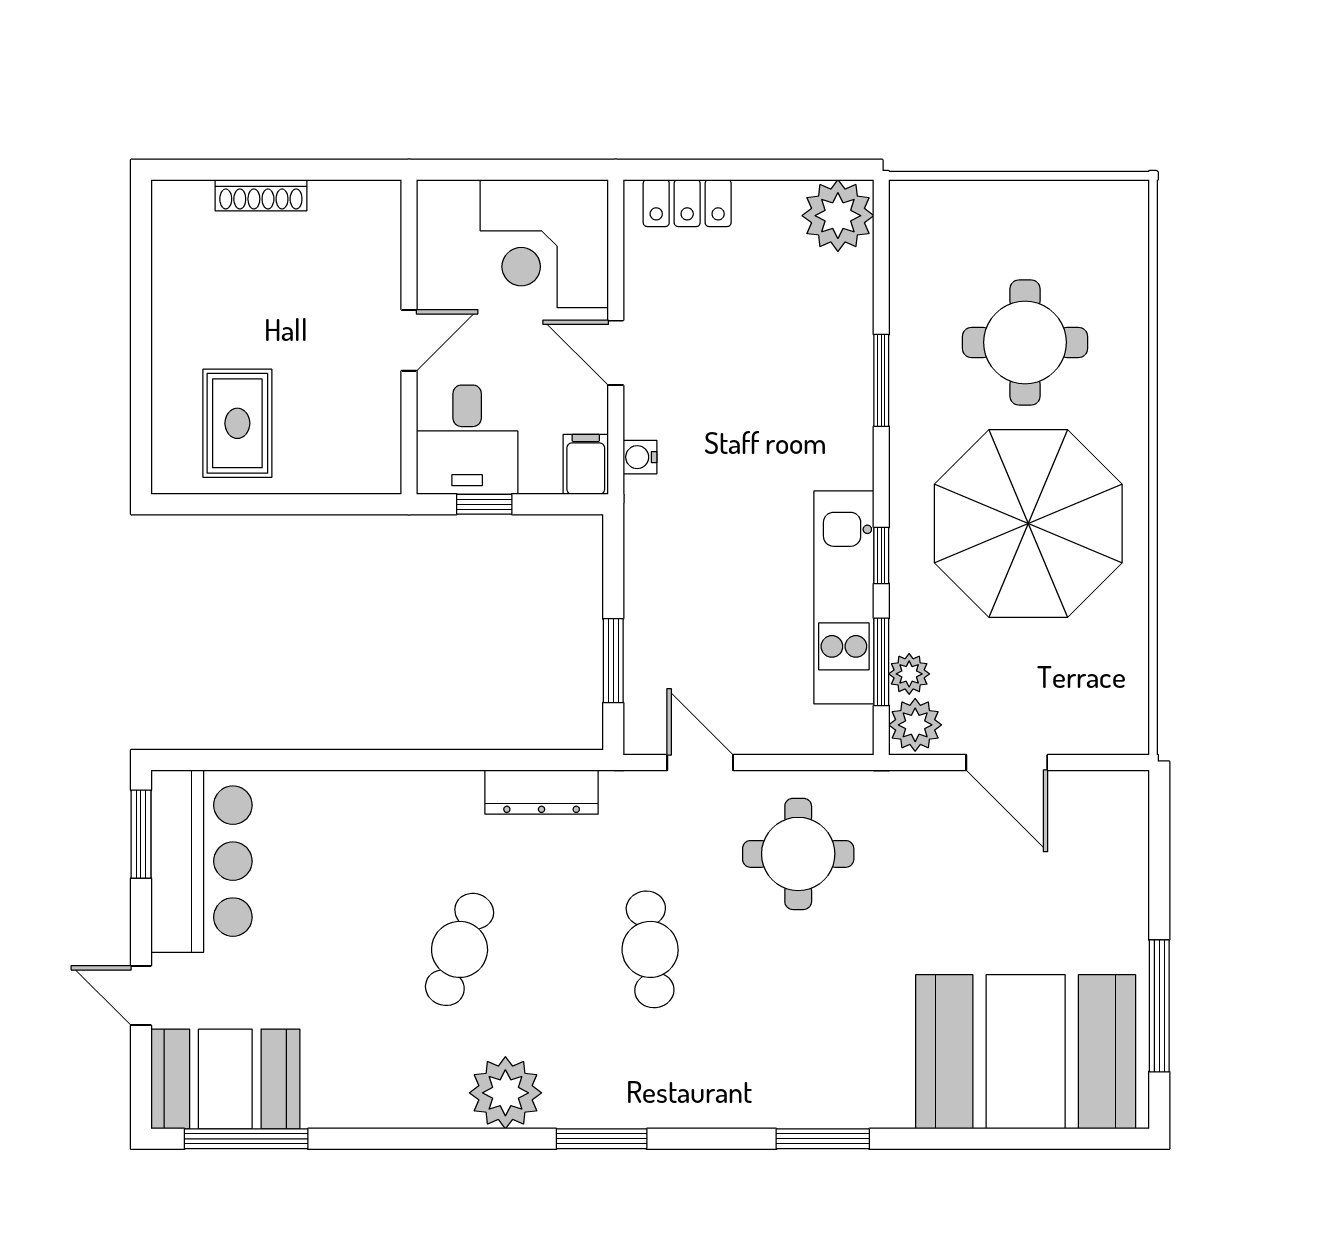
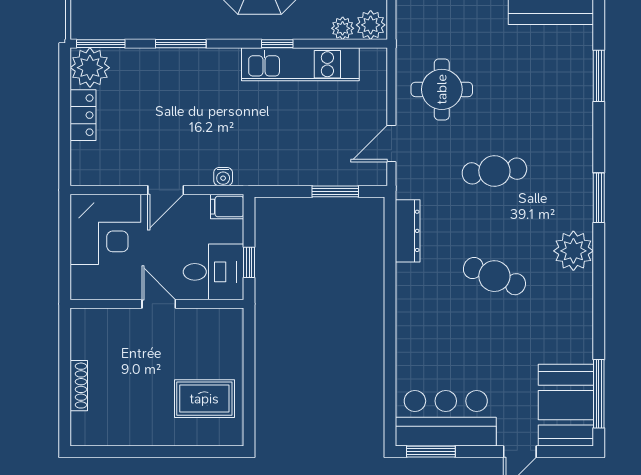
locker: (687, 203) -> (83, 115), moved
window: (881, 662) -> (101, 44), moved

